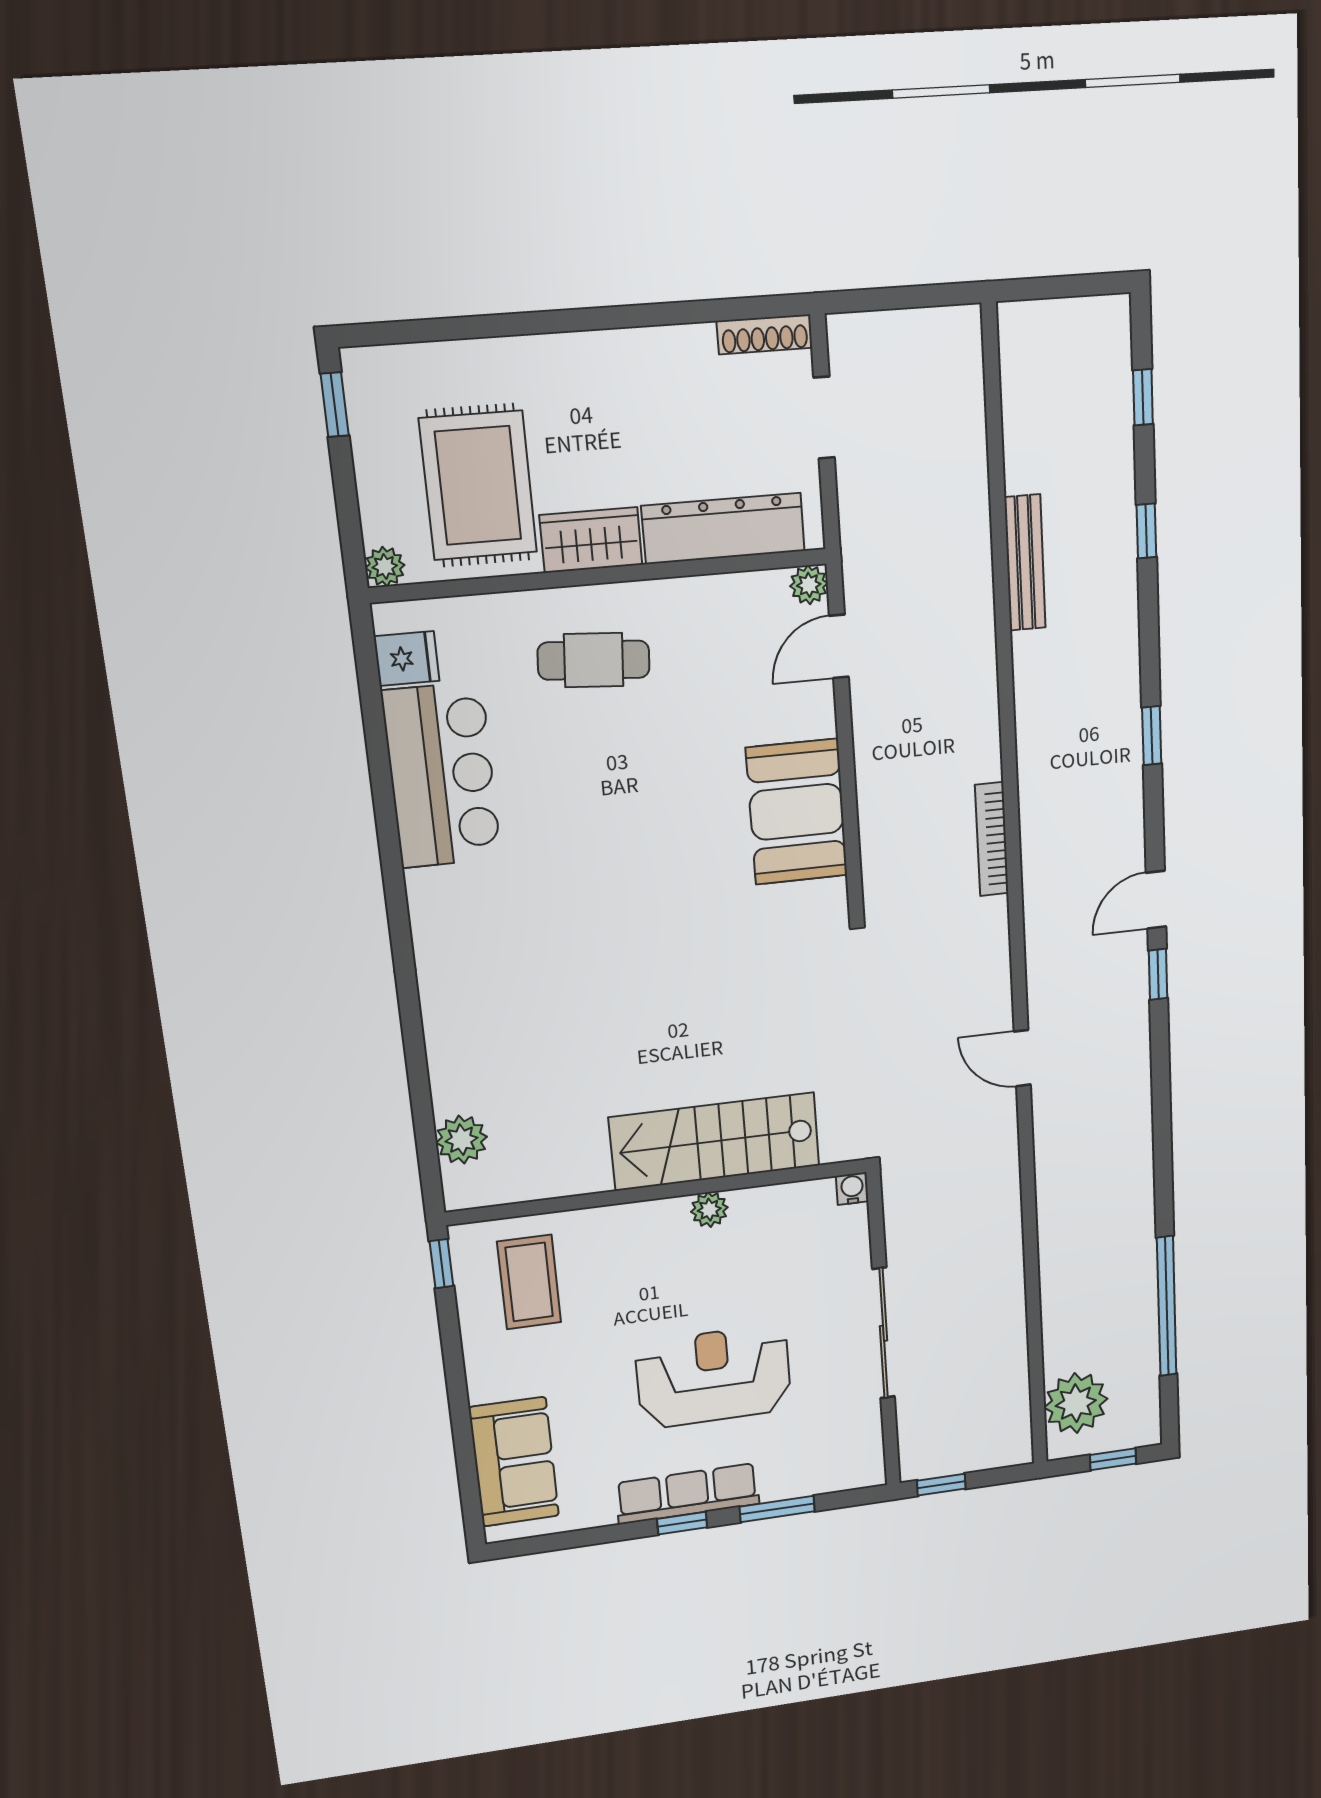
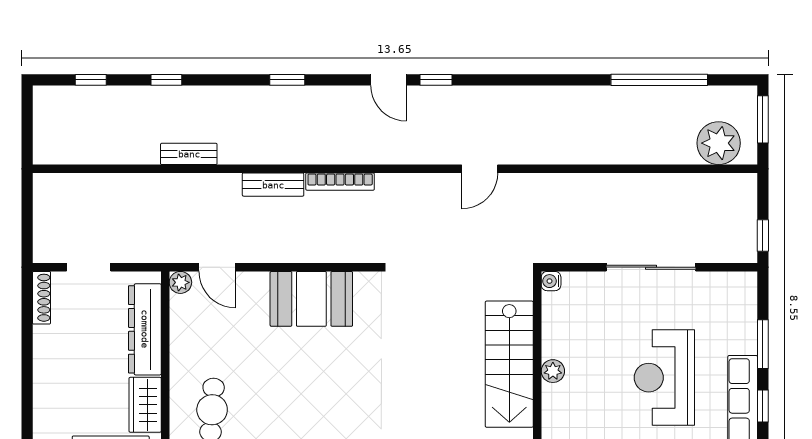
bench: (1025, 563) -> (189, 154), width x0.73
bench: (982, 729) -> (273, 185), added
window: (1113, 1459) -> (763, 119), width x1.50

